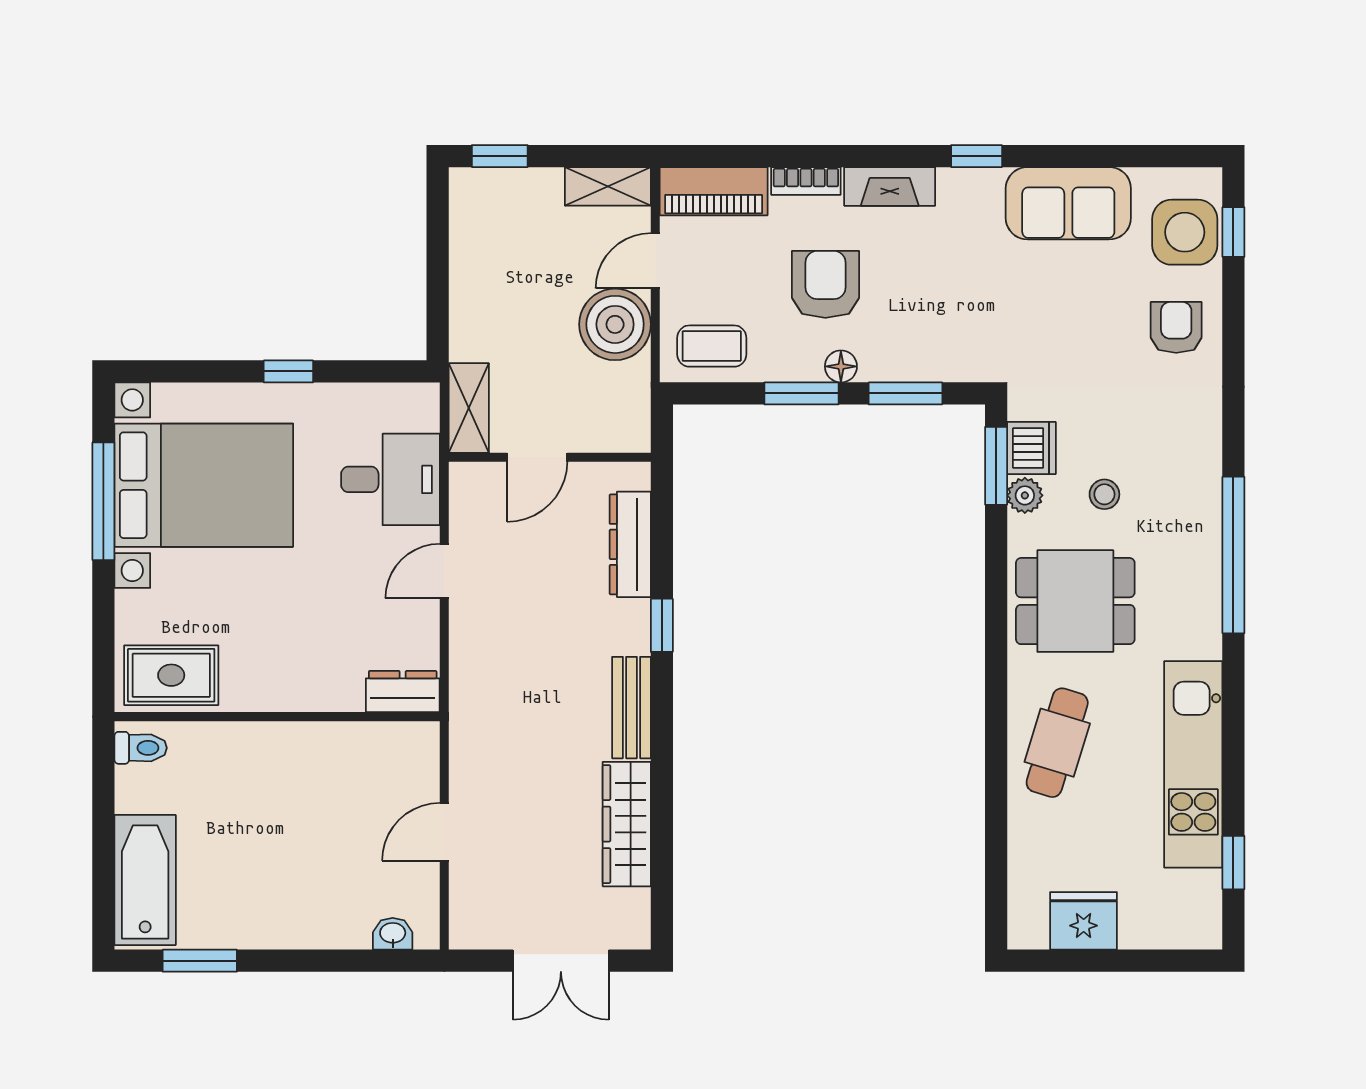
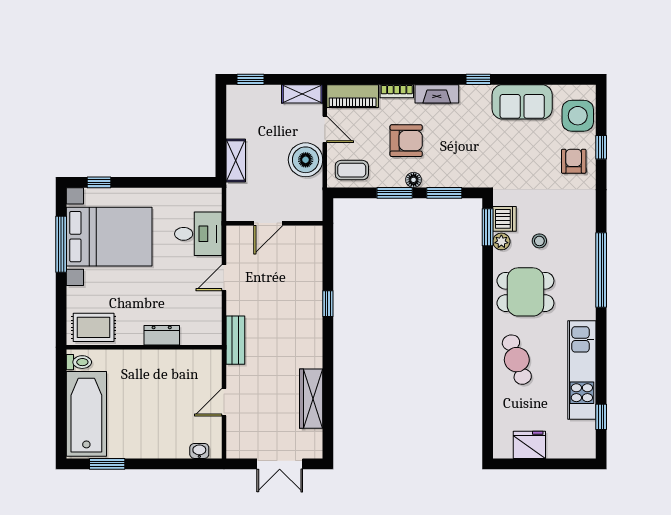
window: (1233, 232) -> (601, 147), moved
door: (655, 261) -> (325, 129), swing flipped
armchair: (825, 284) -> (406, 141), turned 90
window: (288, 371) -> (99, 182), moved
shelving: (469, 408) -> (236, 160), moved
dresser: (630, 544) -> (313, 265), removed
dresser: (403, 692) -> (162, 335), moved
bench: (631, 708) -> (235, 340), moved
cafe table: (1057, 743) -> (517, 360), turned -36
bathtub: (145, 880) -> (86, 414), width x1.36, depth x1.36

